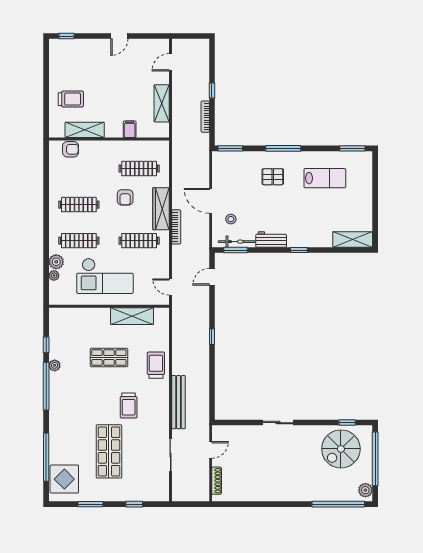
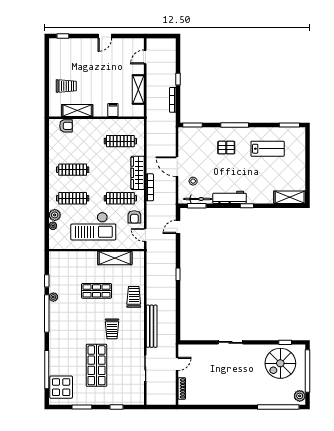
armchair: (125, 197) -> (134, 217), moved
workbench: (271, 240) -> (230, 197), width x1.37

